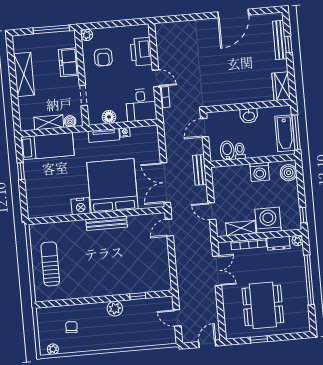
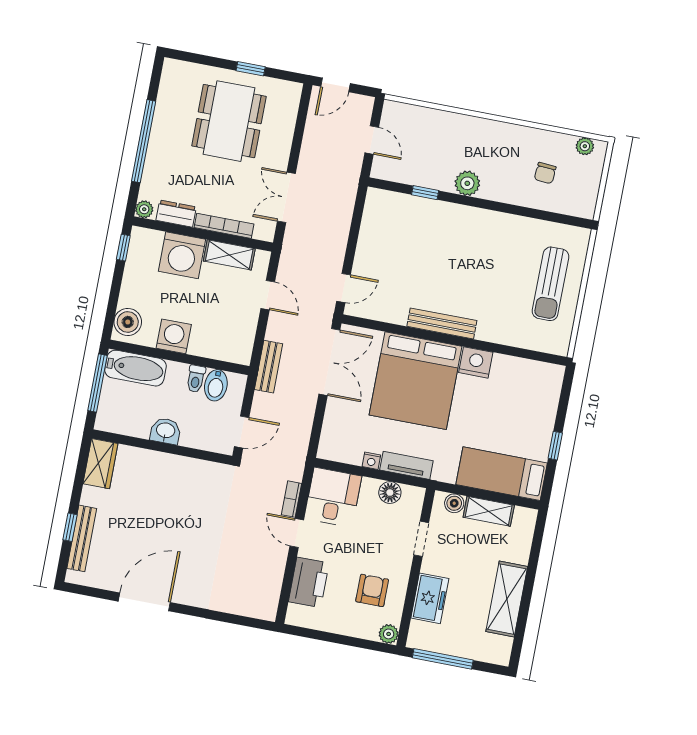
bathtub: (285, 133) -> (135, 368), moved, turned 90

